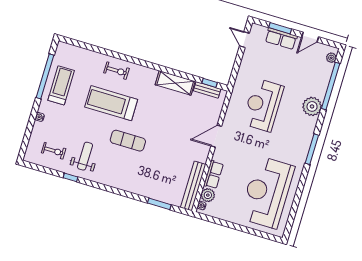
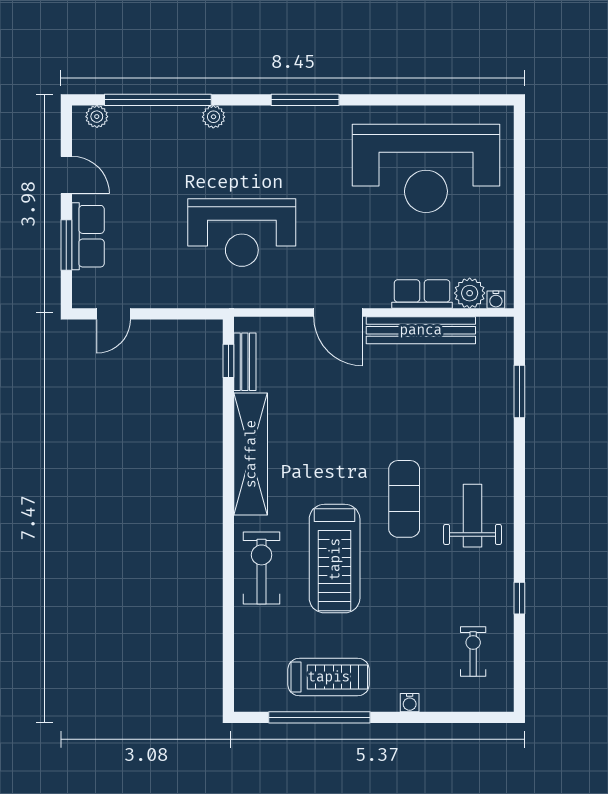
exercise bike: (116, 71) -> (262, 568), width x1.38, depth x1.39
shelving: (175, 83) -> (251, 454), width x1.47
treadmill: (61, 85) -> (329, 677), turned 180
plant: (312, 106) -> (213, 117), width x0.53, depth x0.53
weight bench: (85, 156) -> (472, 516), moved, turned 90
bench: (193, 186) -> (421, 330), moved

